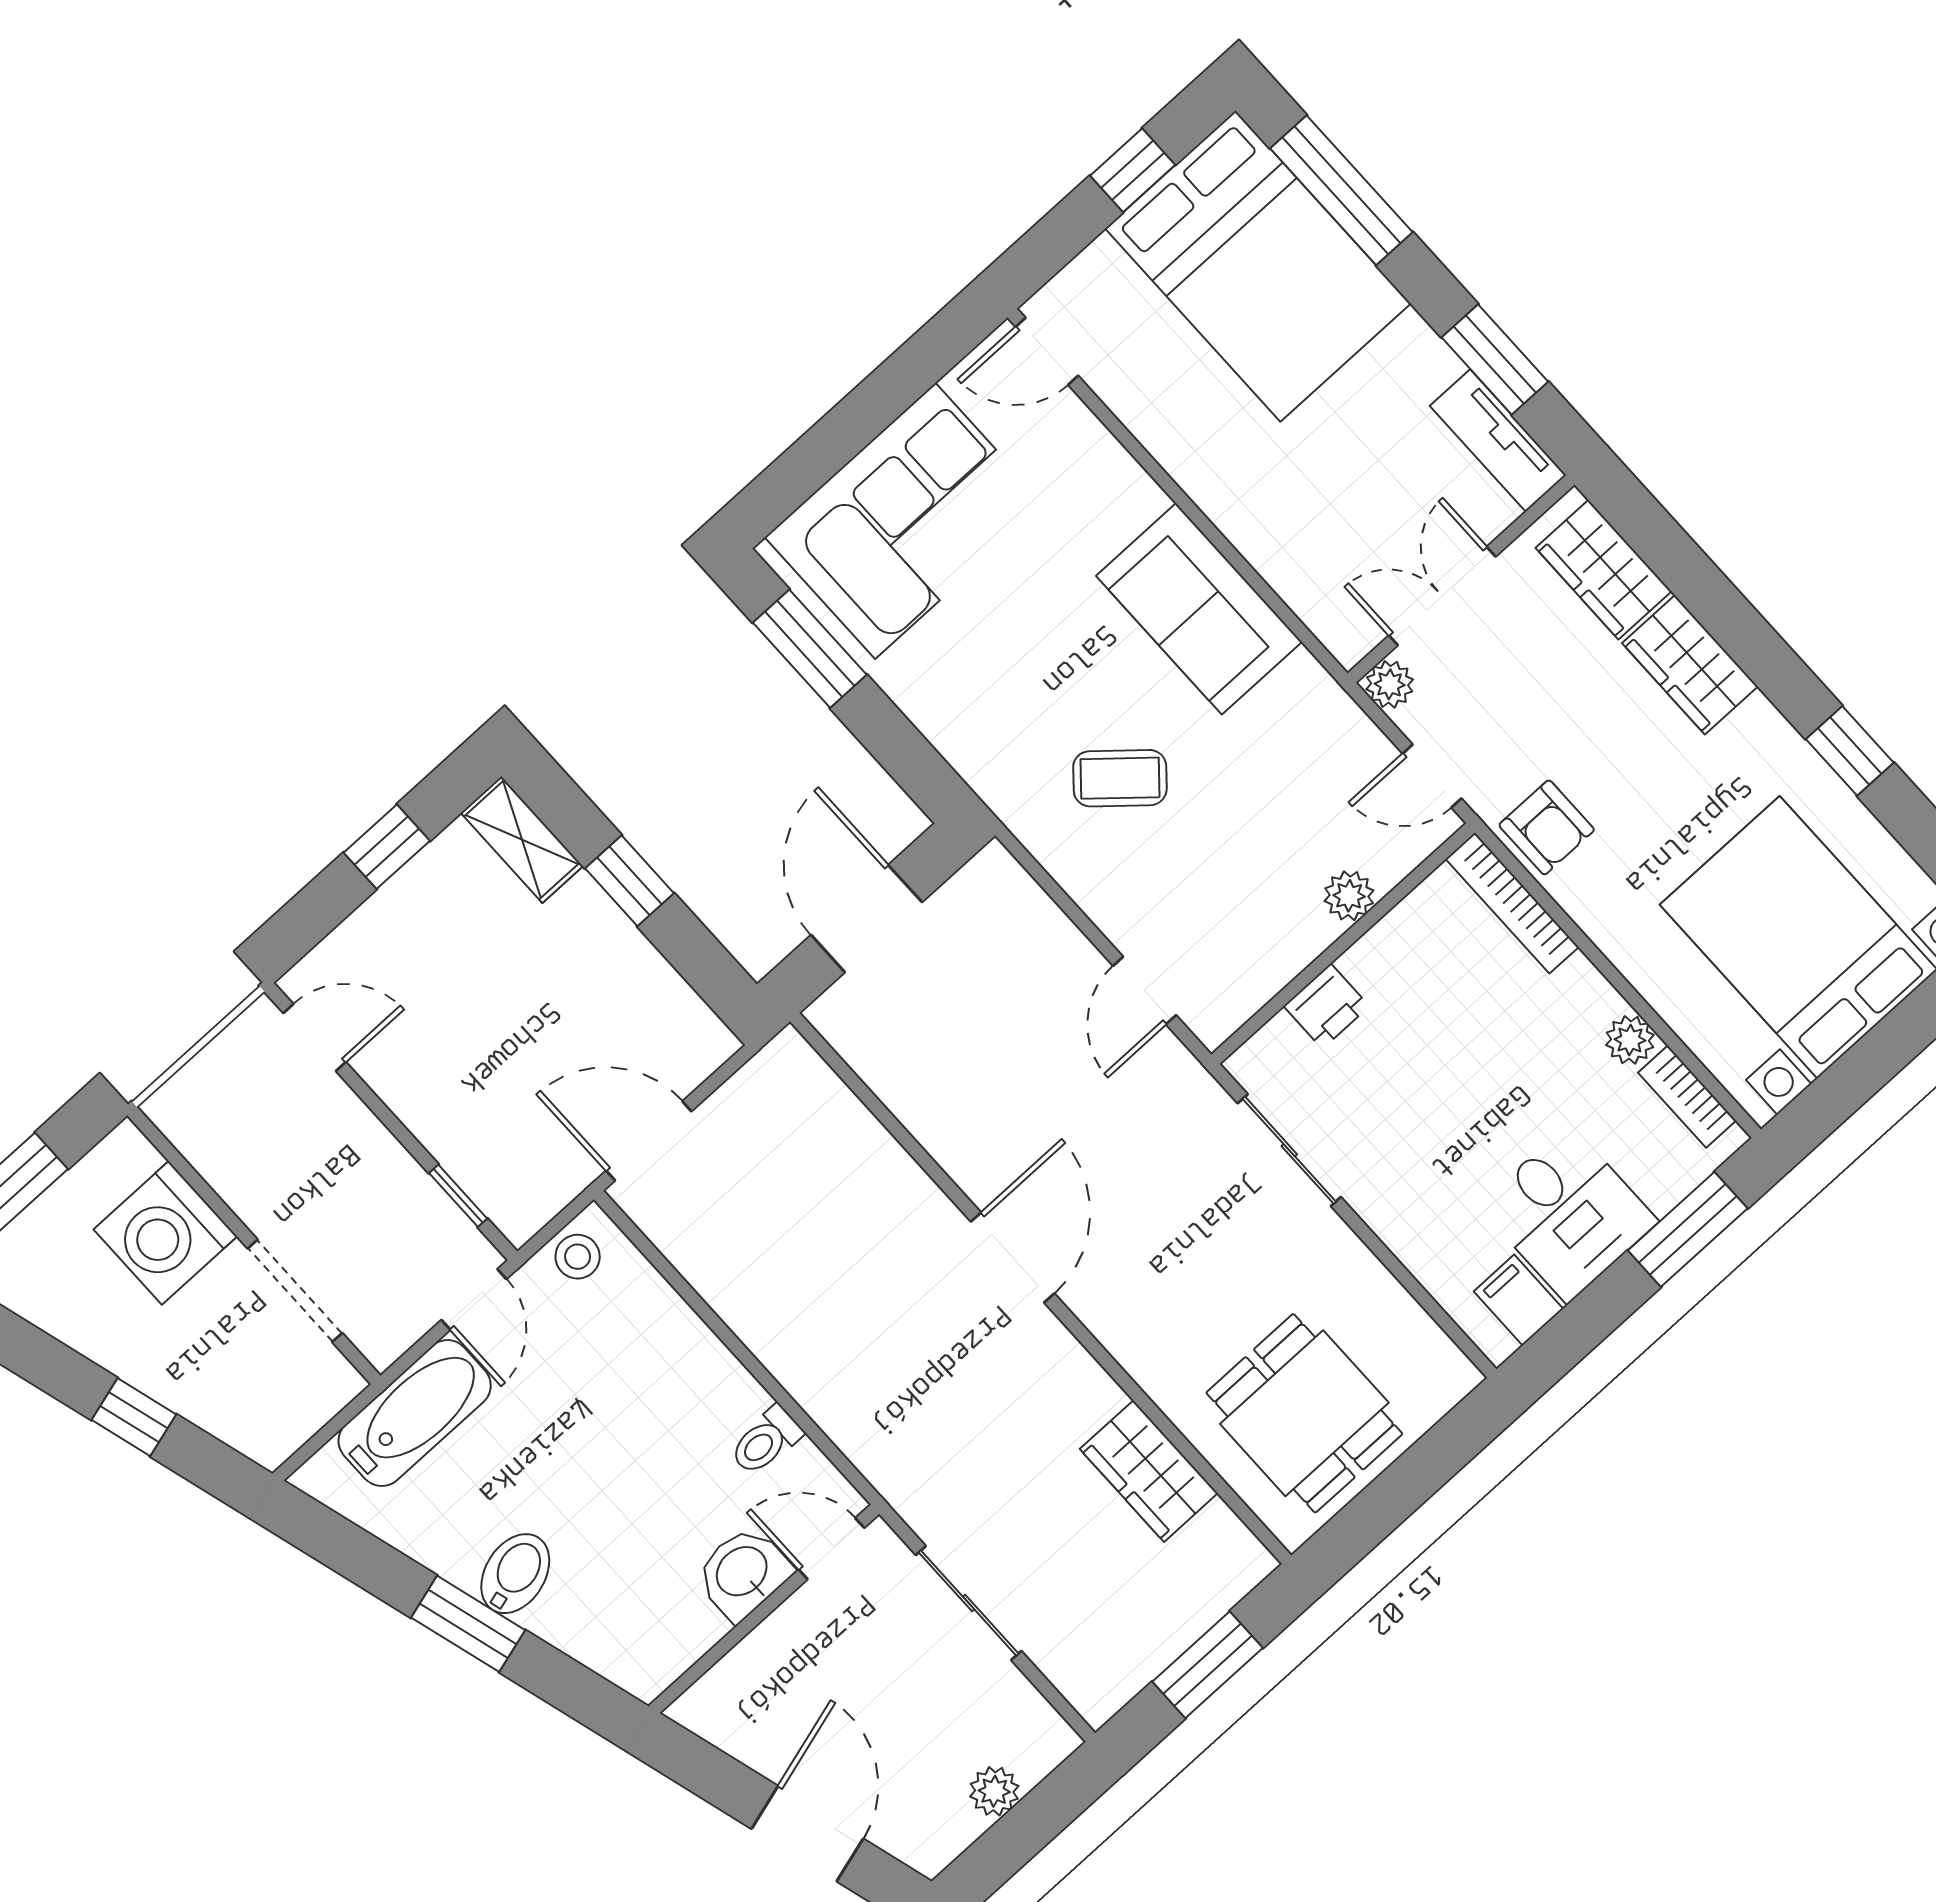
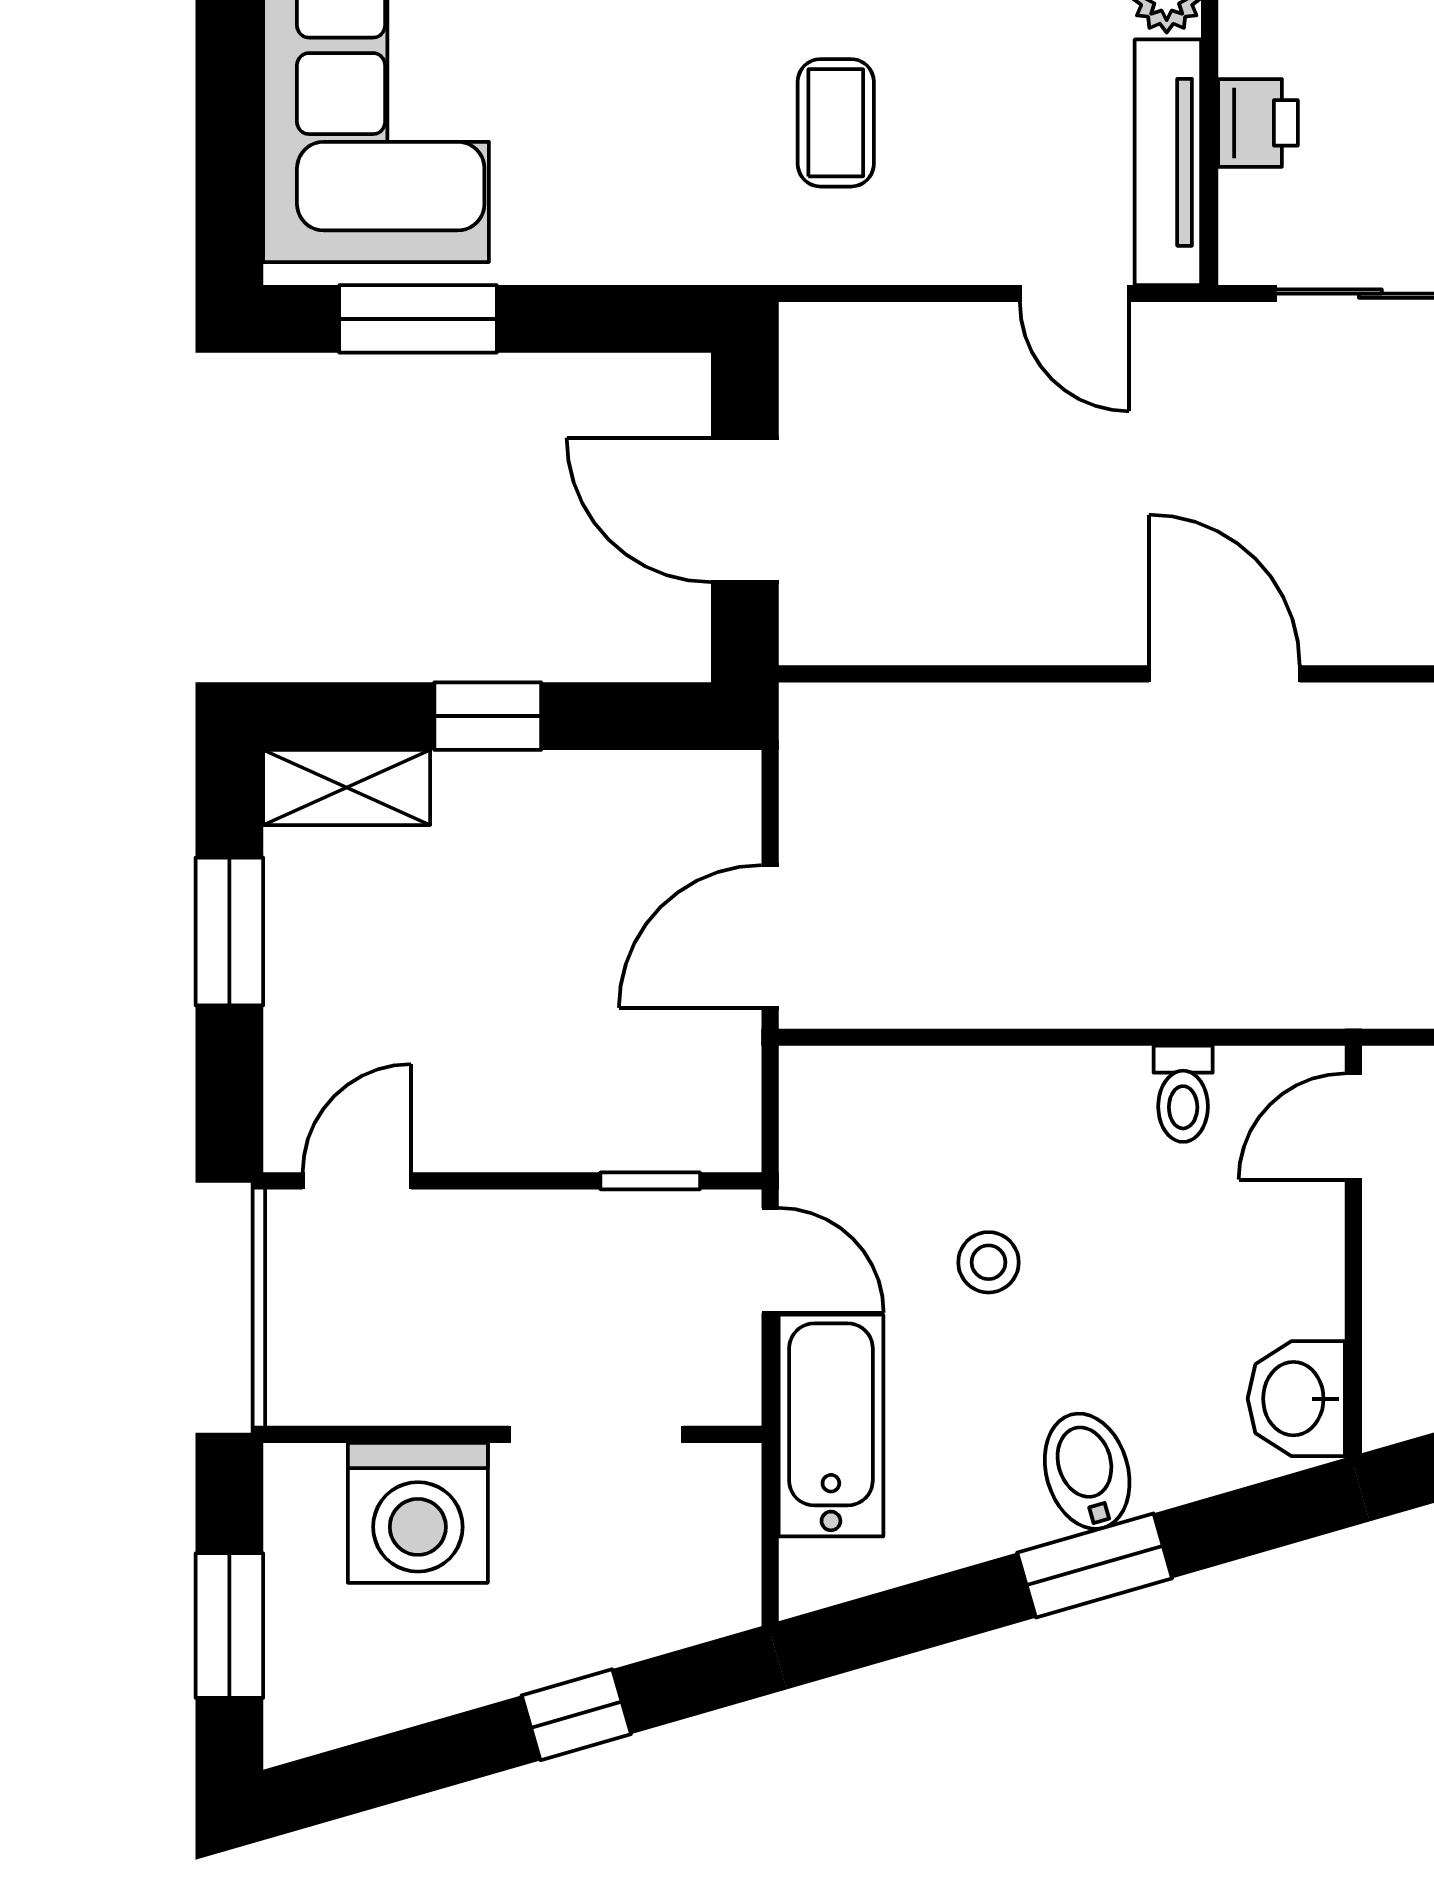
coffee table: (1120, 778) -> (836, 123), turned -41
window: (387, 847) -> (229, 931), width x1.50
tv unit: (1261, 977) -> (1168, 162), added
stool: (578, 1257) -> (988, 1262), moved
washbasin: (743, 1573) -> (1296, 1399), moved

